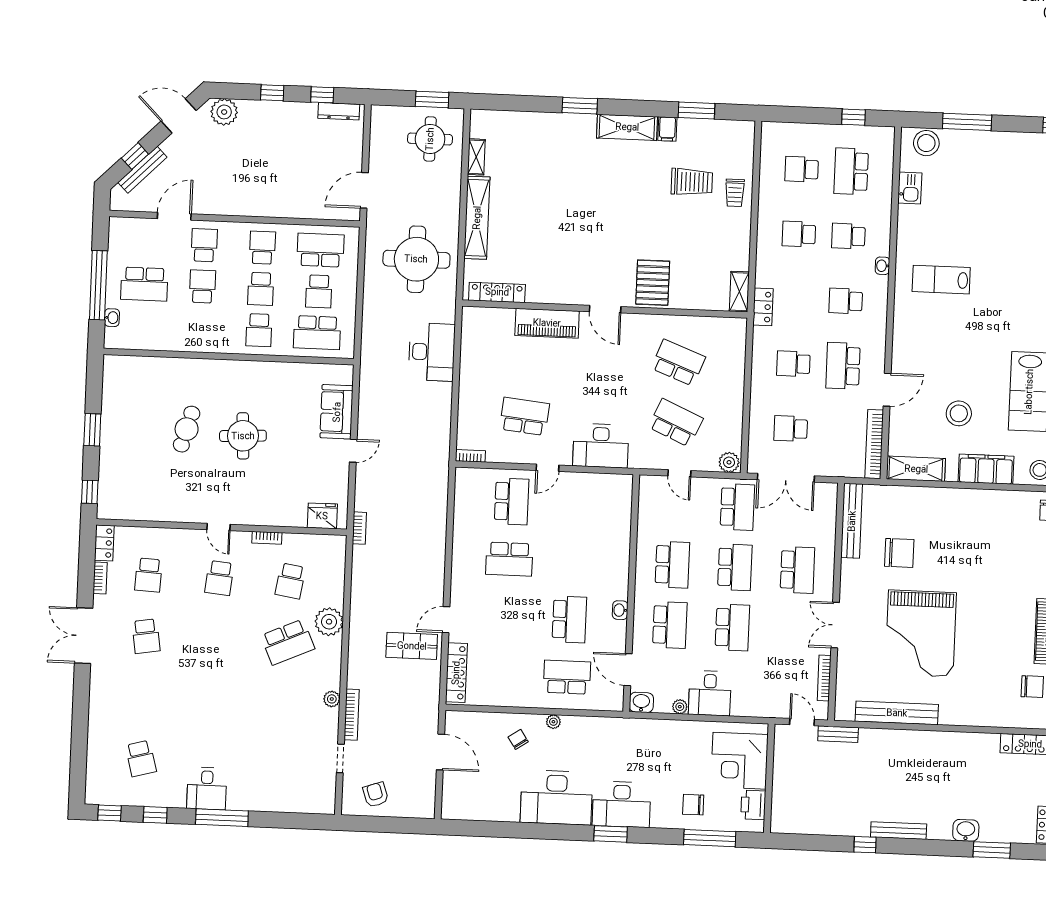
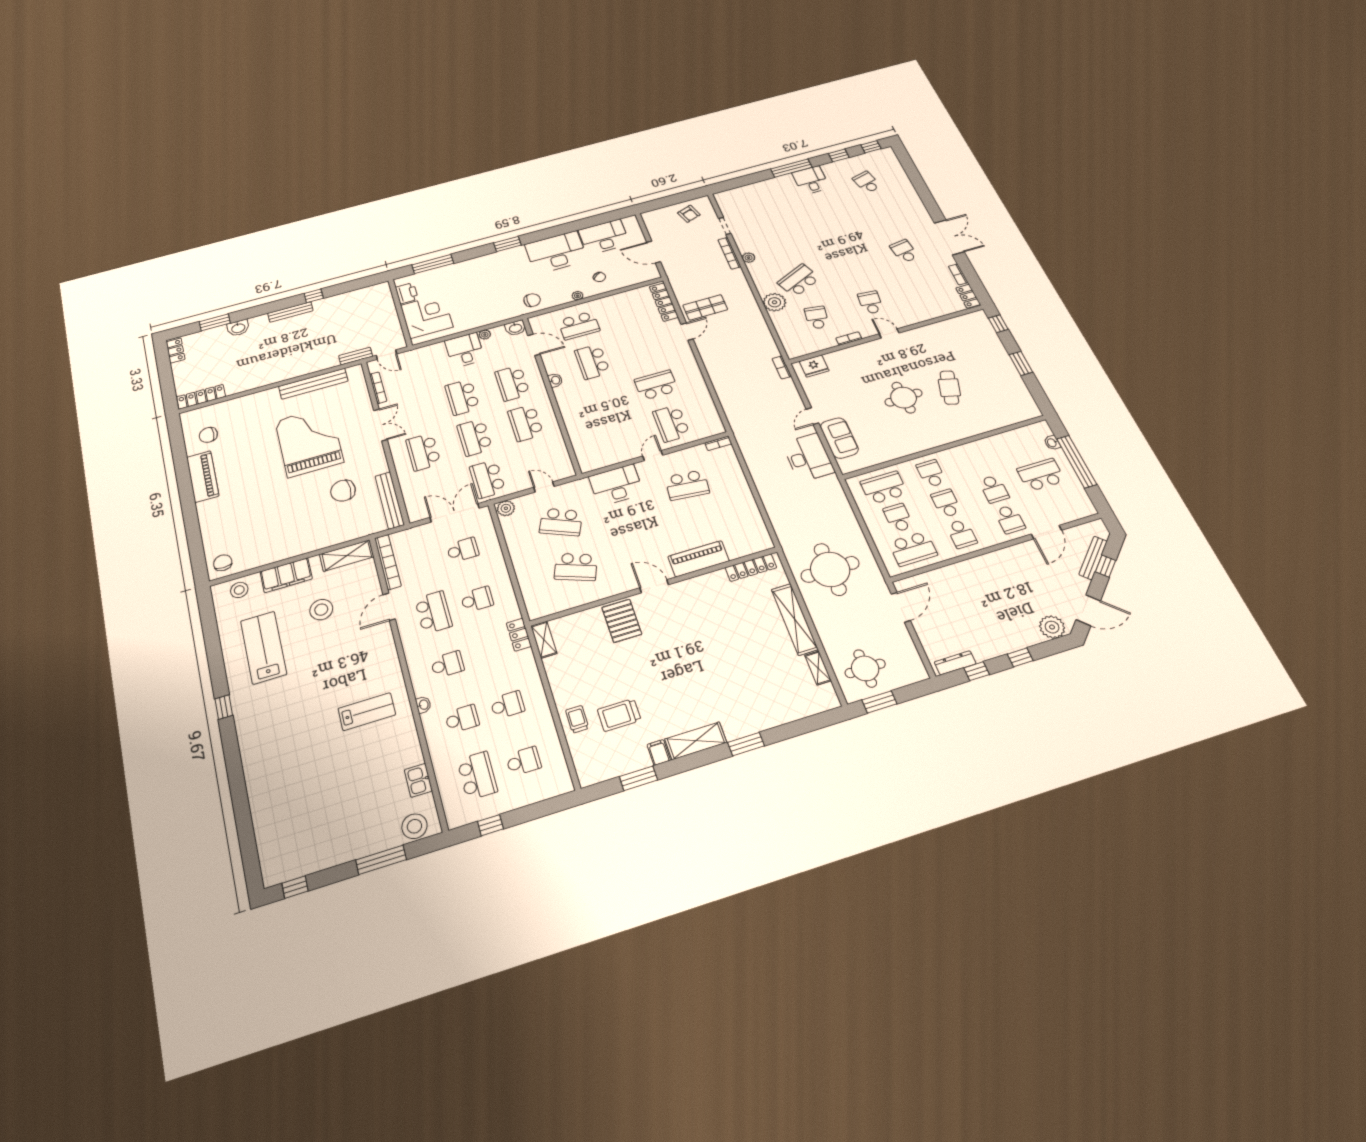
desk: (432, 352) -> (808, 458), moved, turned 180
school desk: (149, 575) -> (924, 287), removed
desk: (622, 804) -> (604, 237), moved
chair: (693, 805) -> (532, 300), moved

